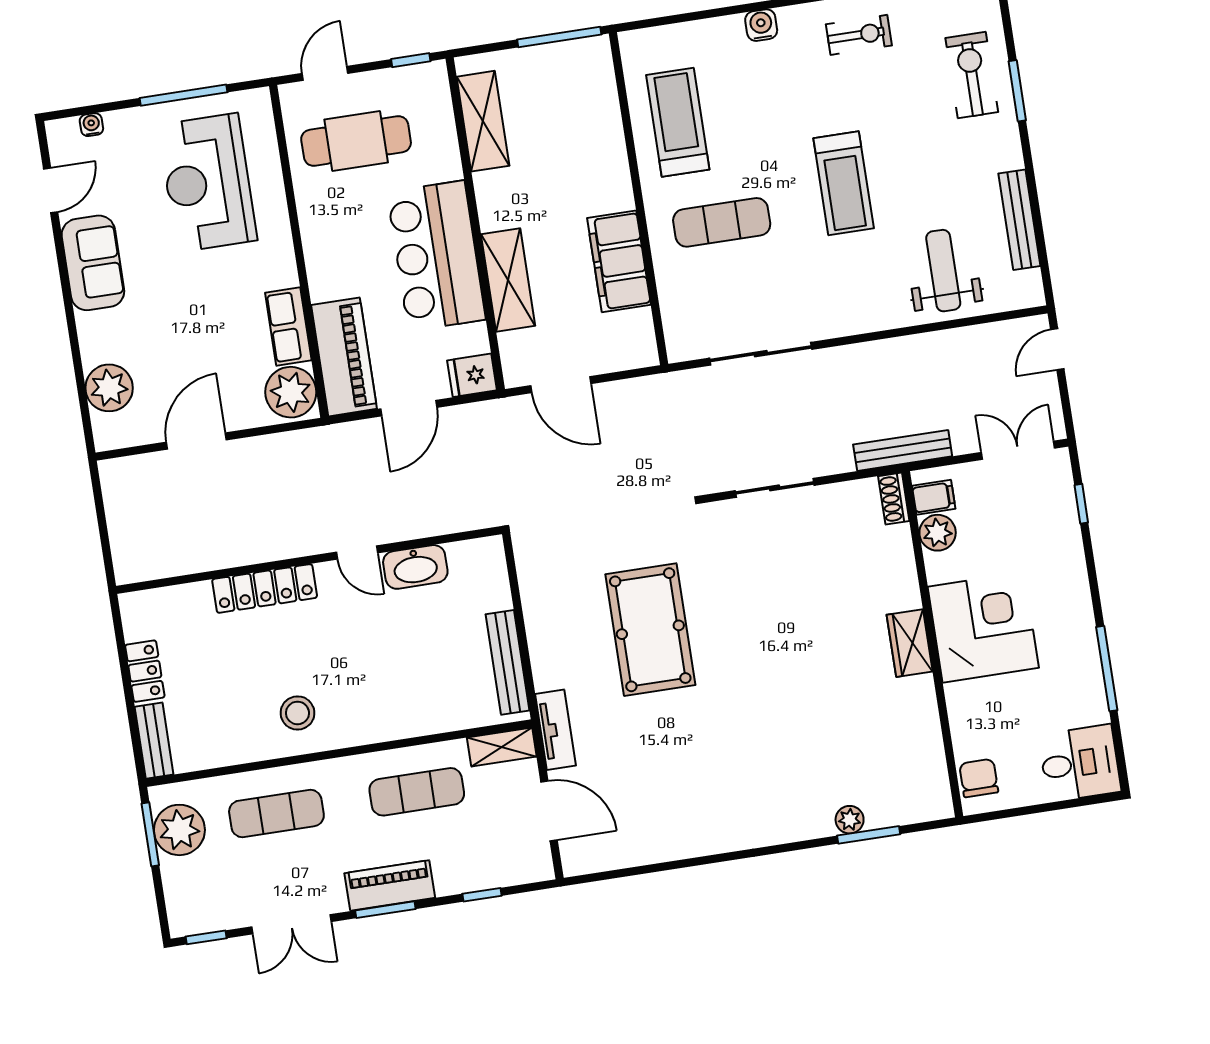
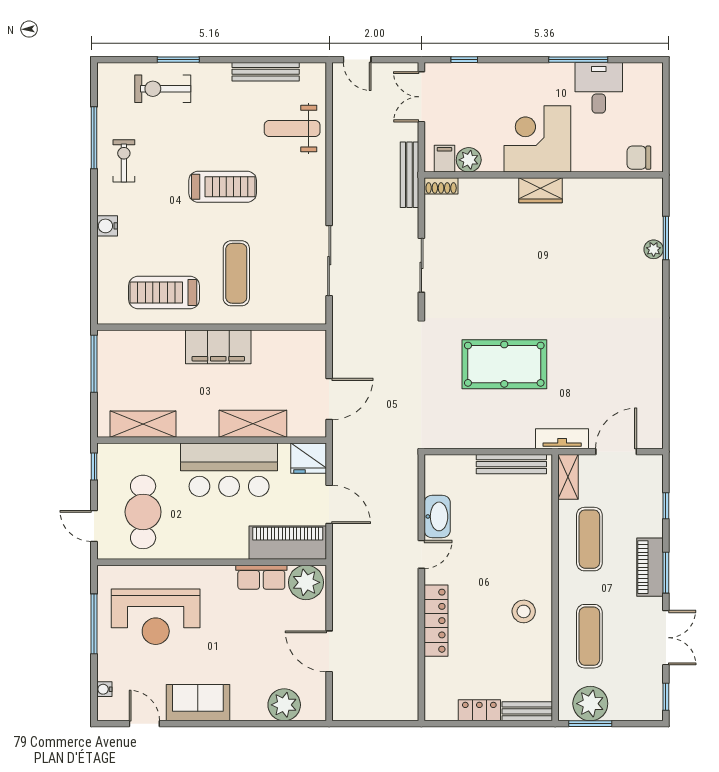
filing cabinet: (619, 261) -> (218, 347), moved
fridge: (472, 375) -> (309, 458), width x1.38
desk: (1080, 763) -> (599, 88), moved

